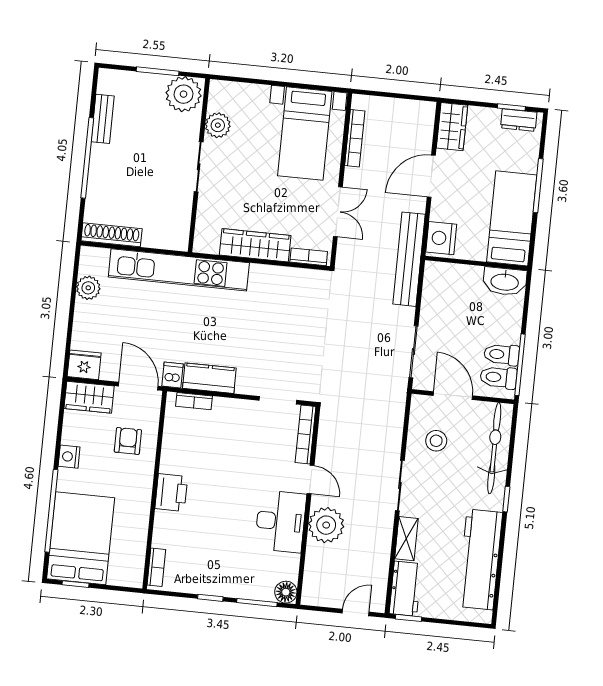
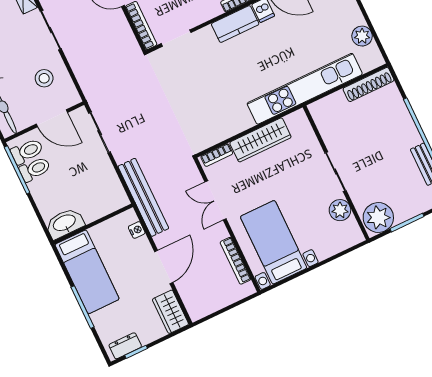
nightstand: (441, 238) -> (137, 230), width x0.53, depth x0.56

